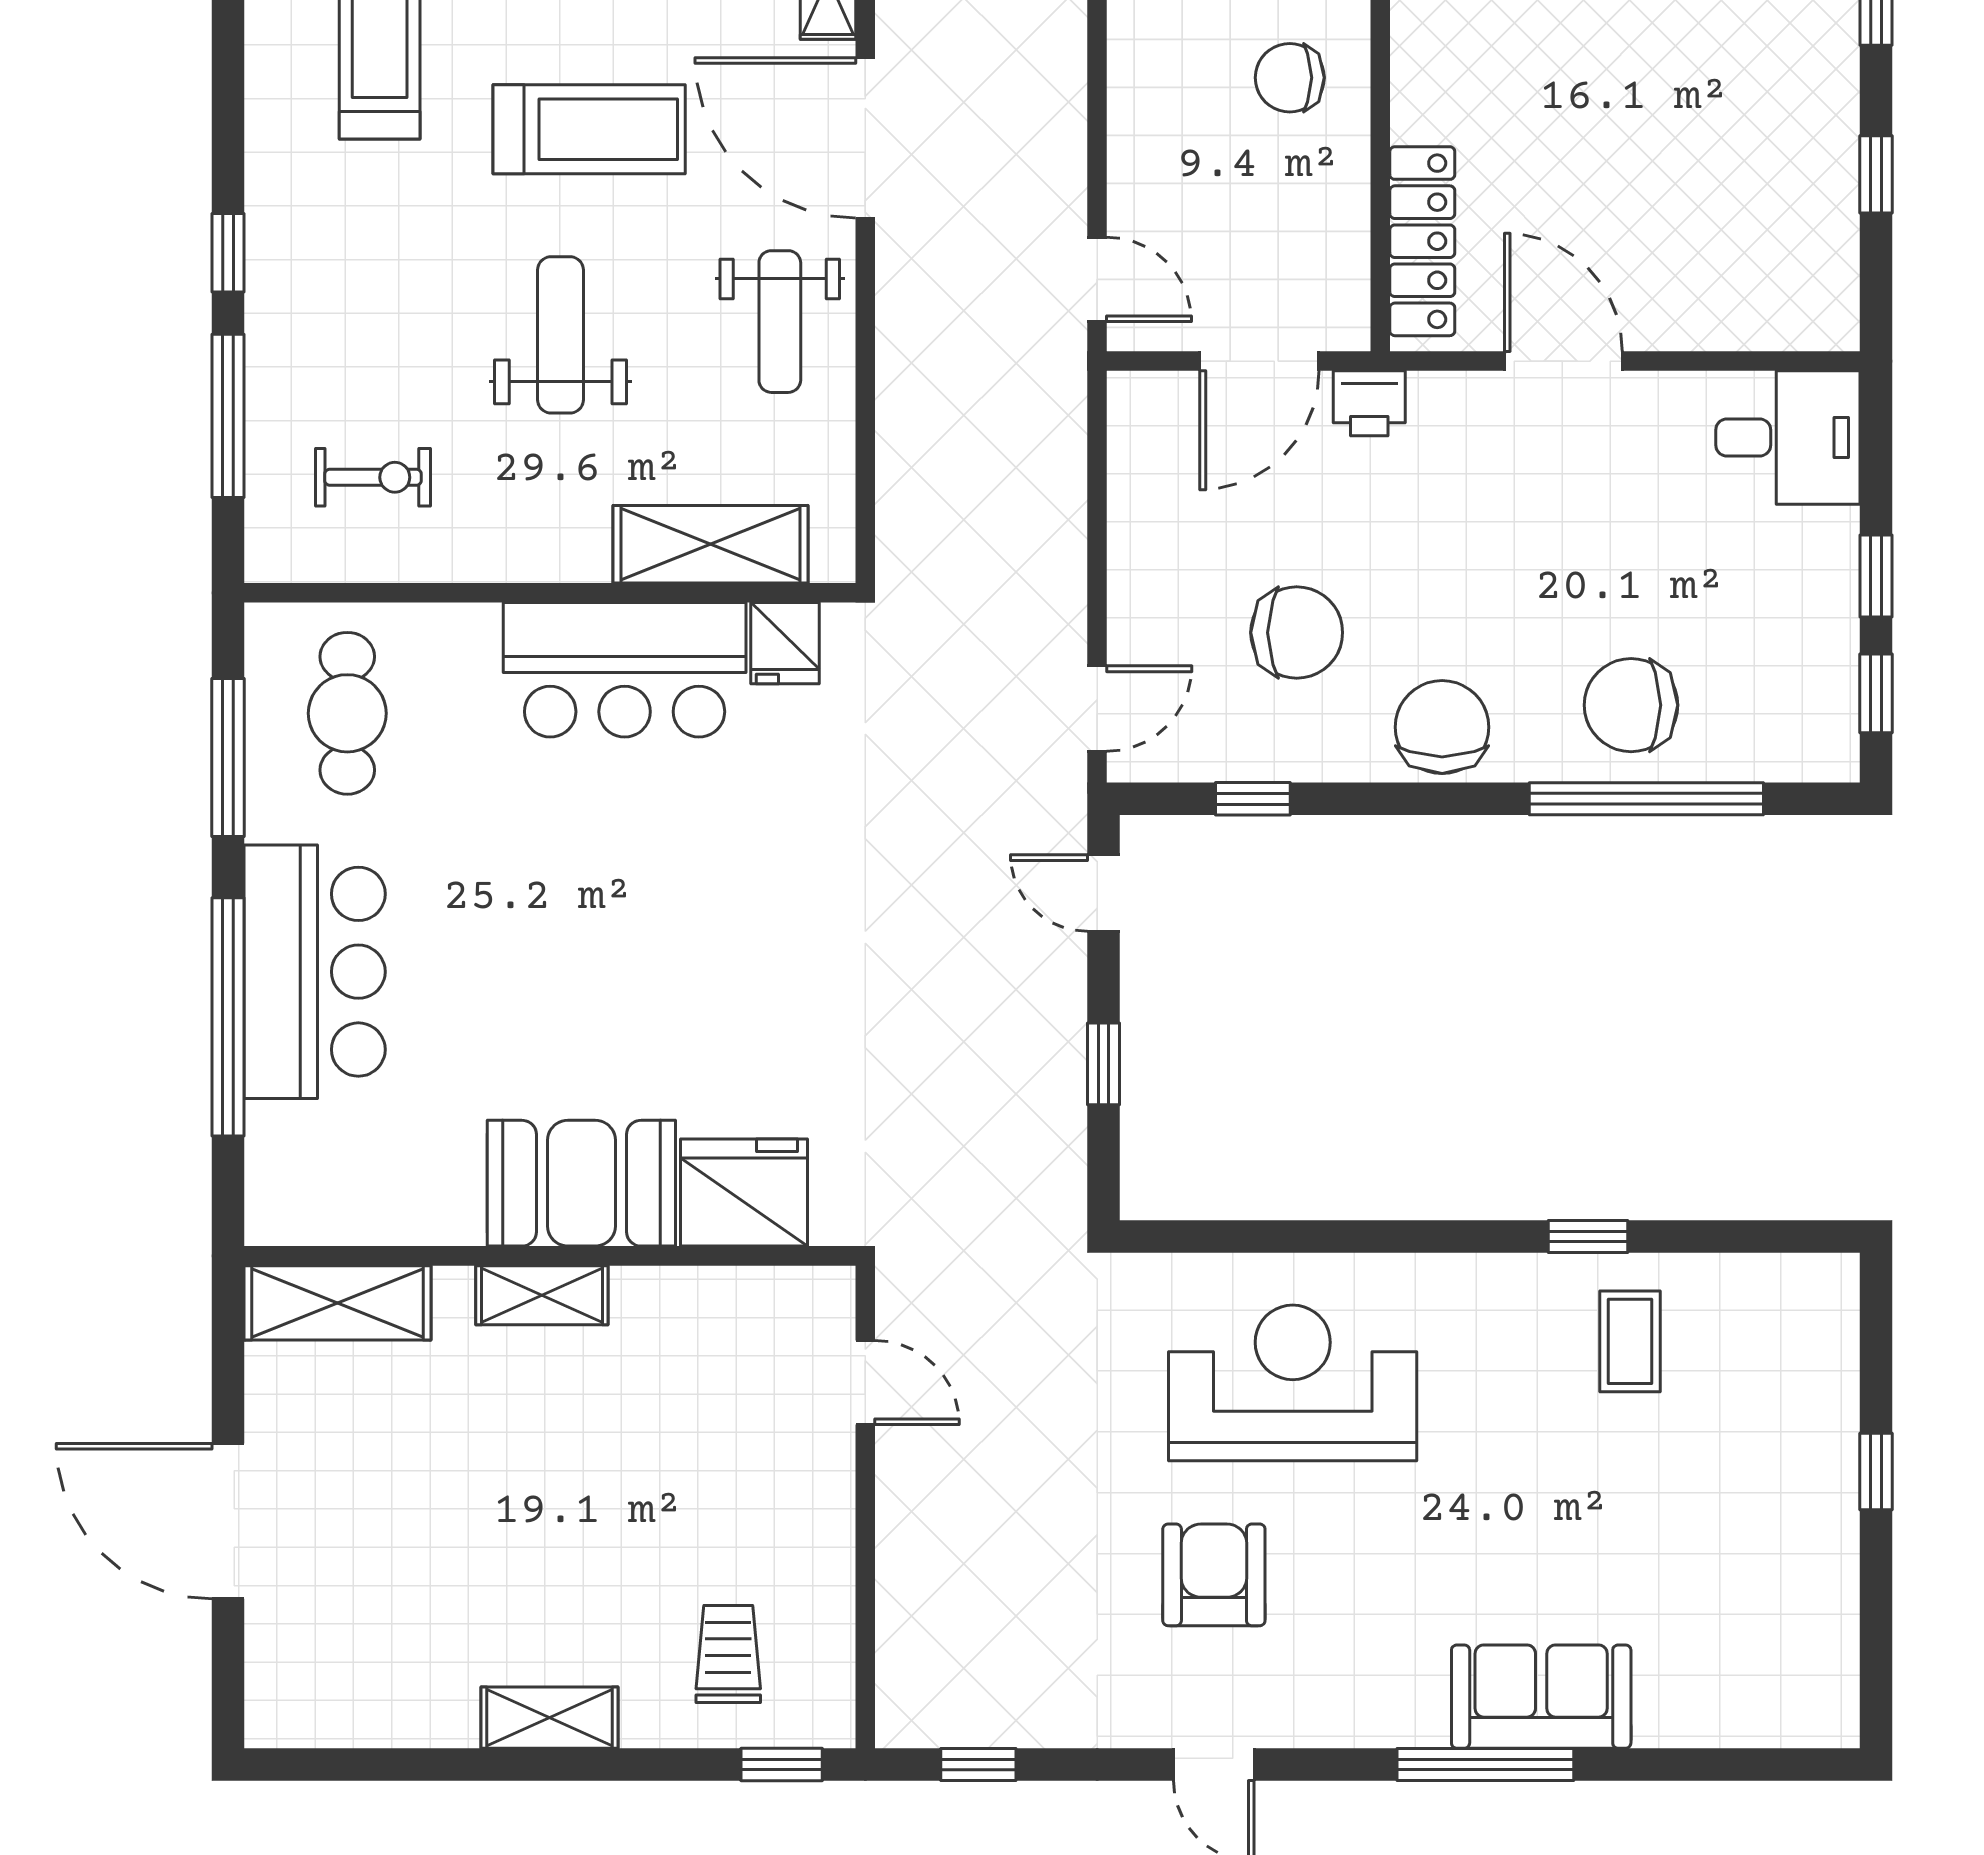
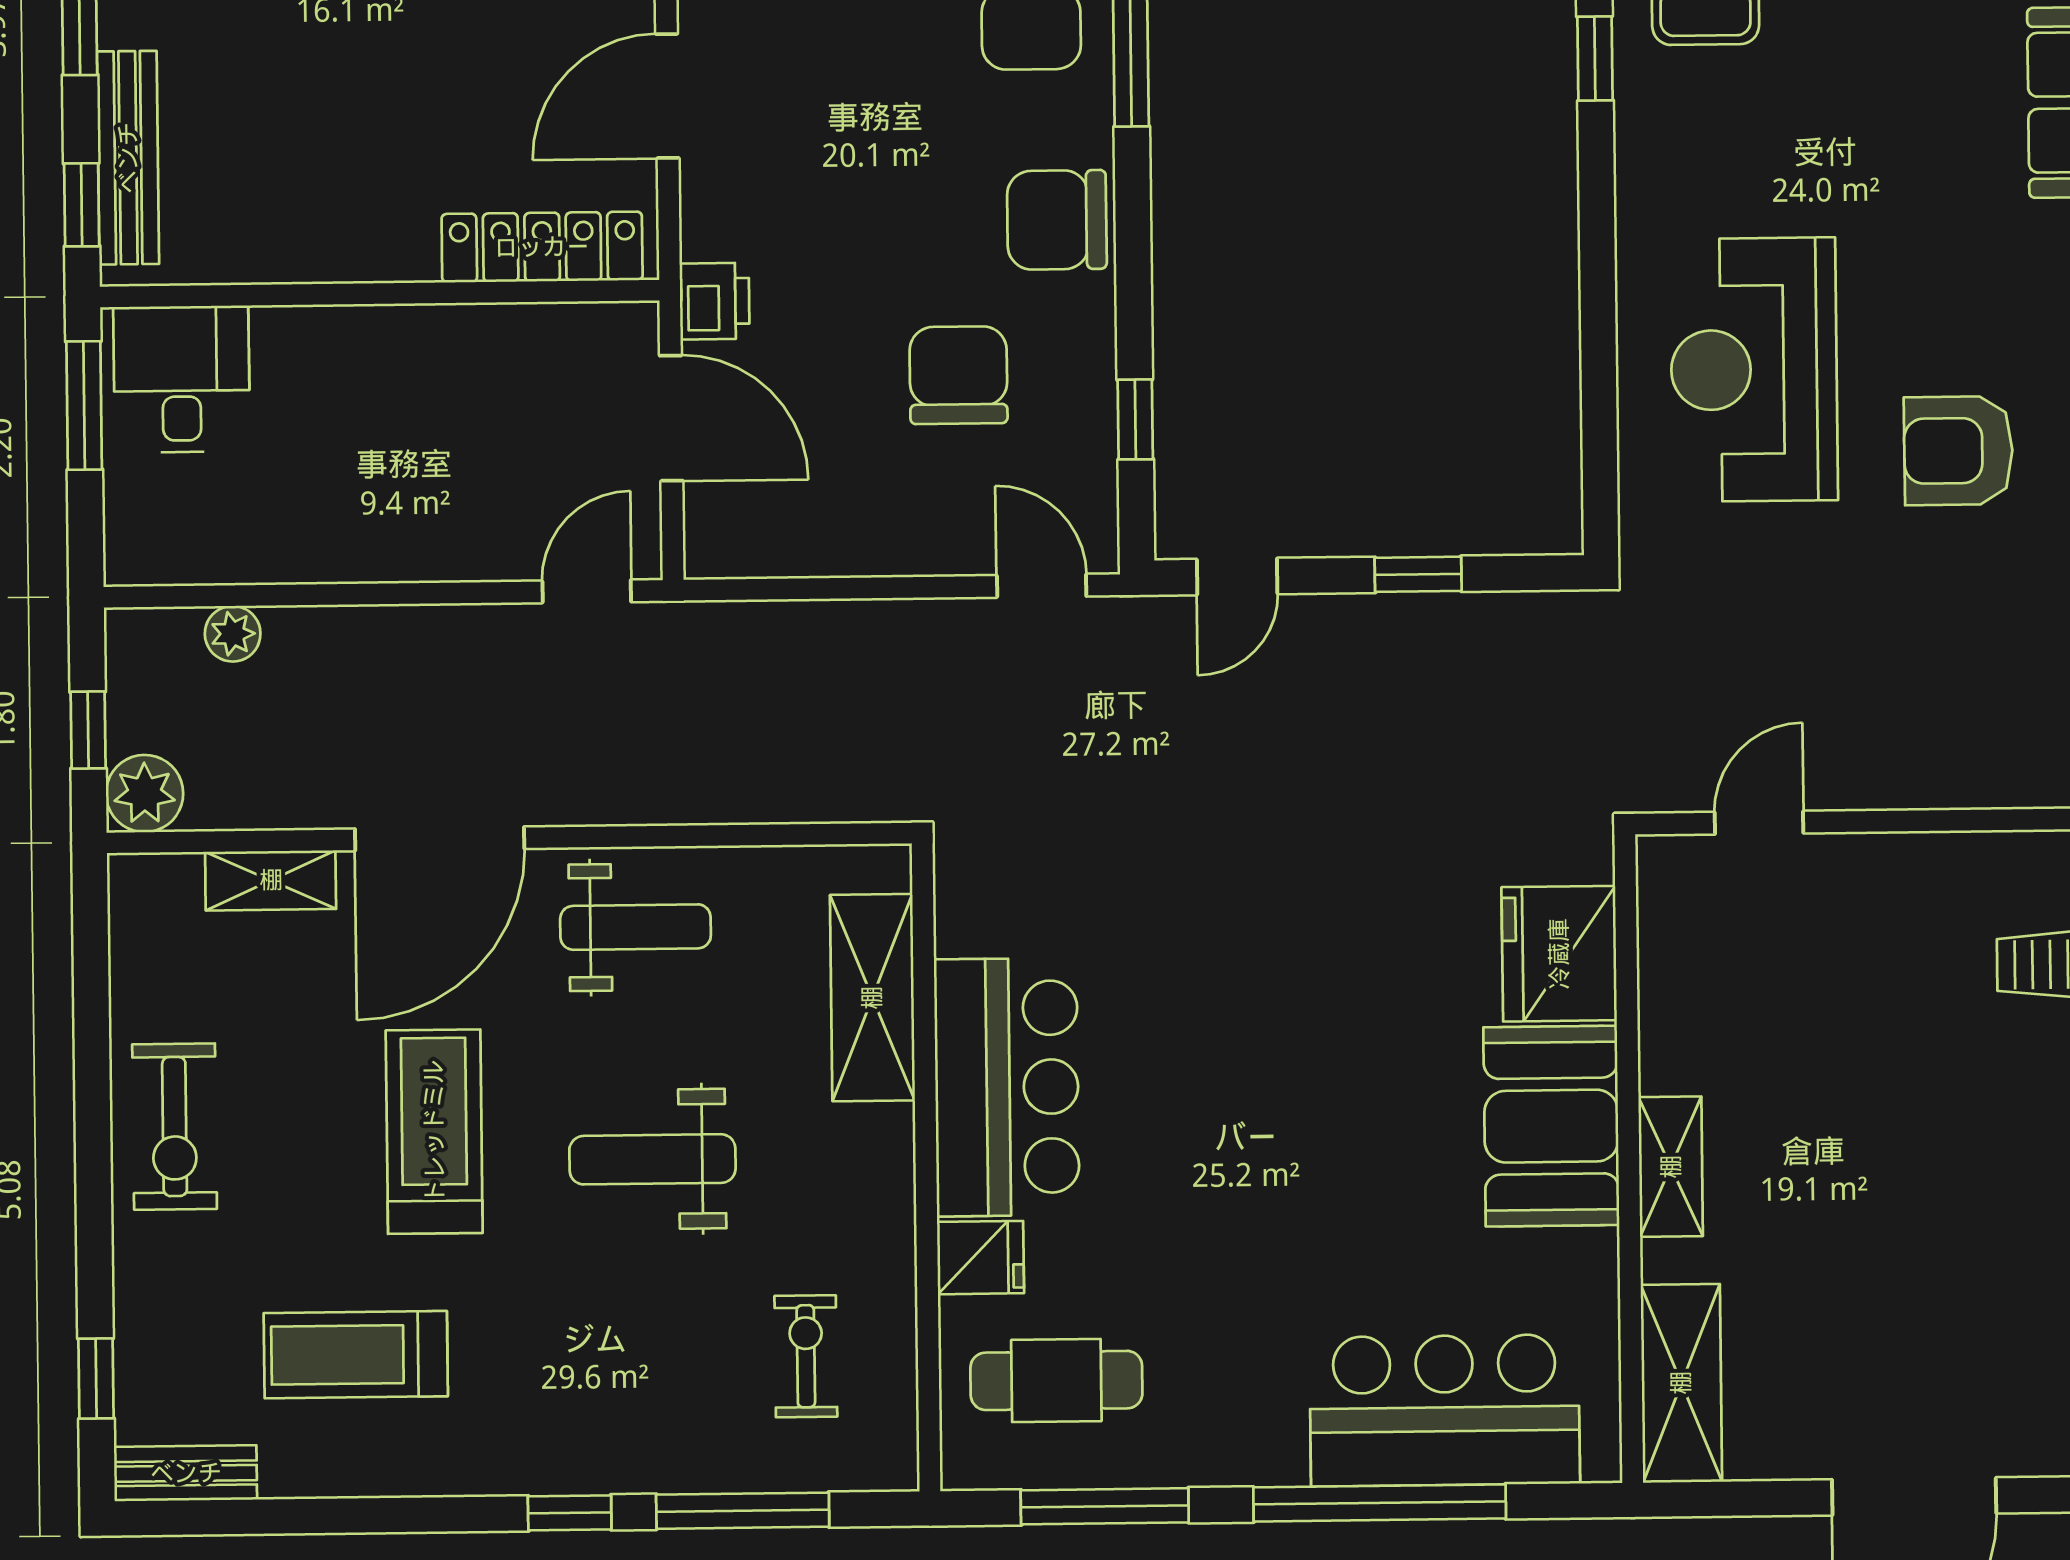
chair: (1290, 78) -> (371, 390), removed
fridge: (785, 643) -> (981, 1258), moved
bar counter: (315, 972) -> (1445, 1410), moved

